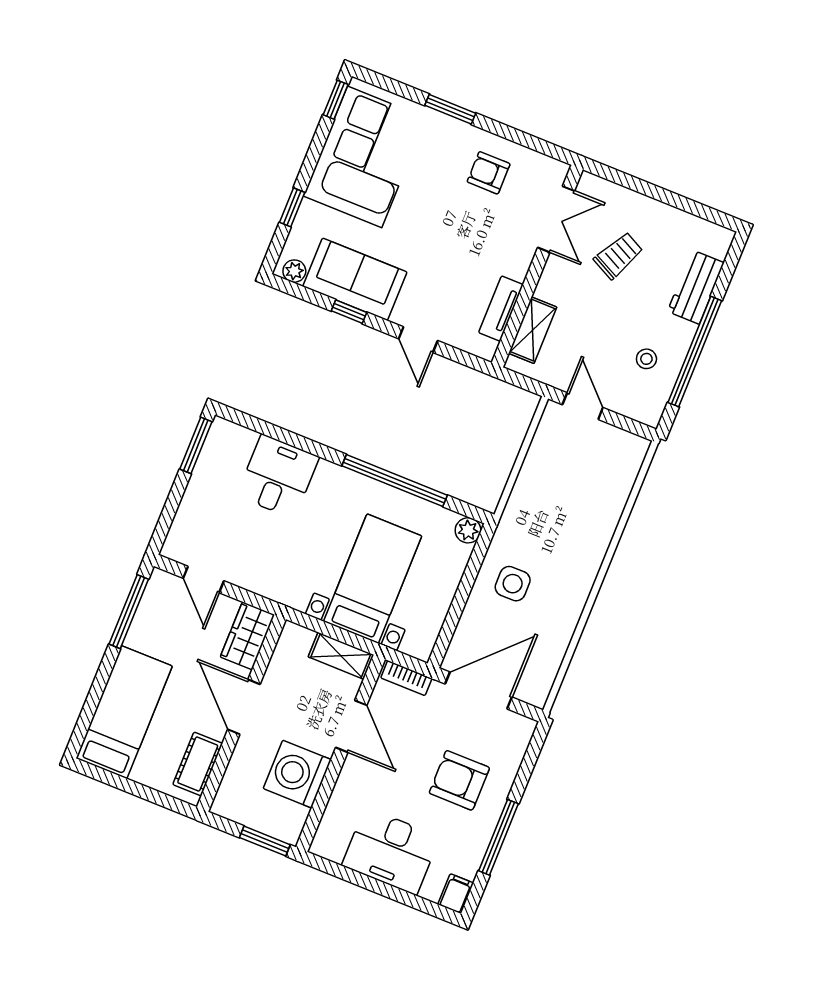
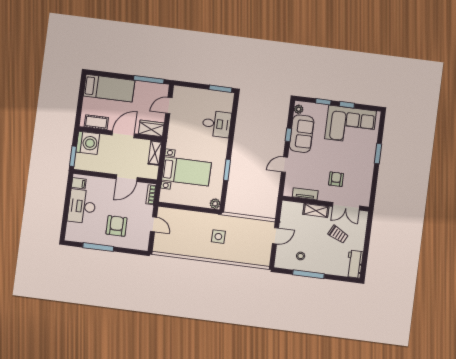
window: (336, 100) -> (347, 105), moved
armchair: (489, 173) -> (336, 179), moved
workbench: (696, 287) -> (355, 264), moved, turned -90
shelving: (533, 330) -> (316, 210), moved
window: (695, 352) -> (308, 274), width x0.68
window: (395, 481) -> (227, 170), width x0.47
side table: (513, 584) -> (218, 237), moved
shelving: (341, 656) -> (155, 153), moved
door: (478, 691) -> (154, 224), width x0.53
washing machine: (297, 774) -> (88, 143), moved, turned 90
filing cabinet: (456, 894) -> (79, 183), moved

